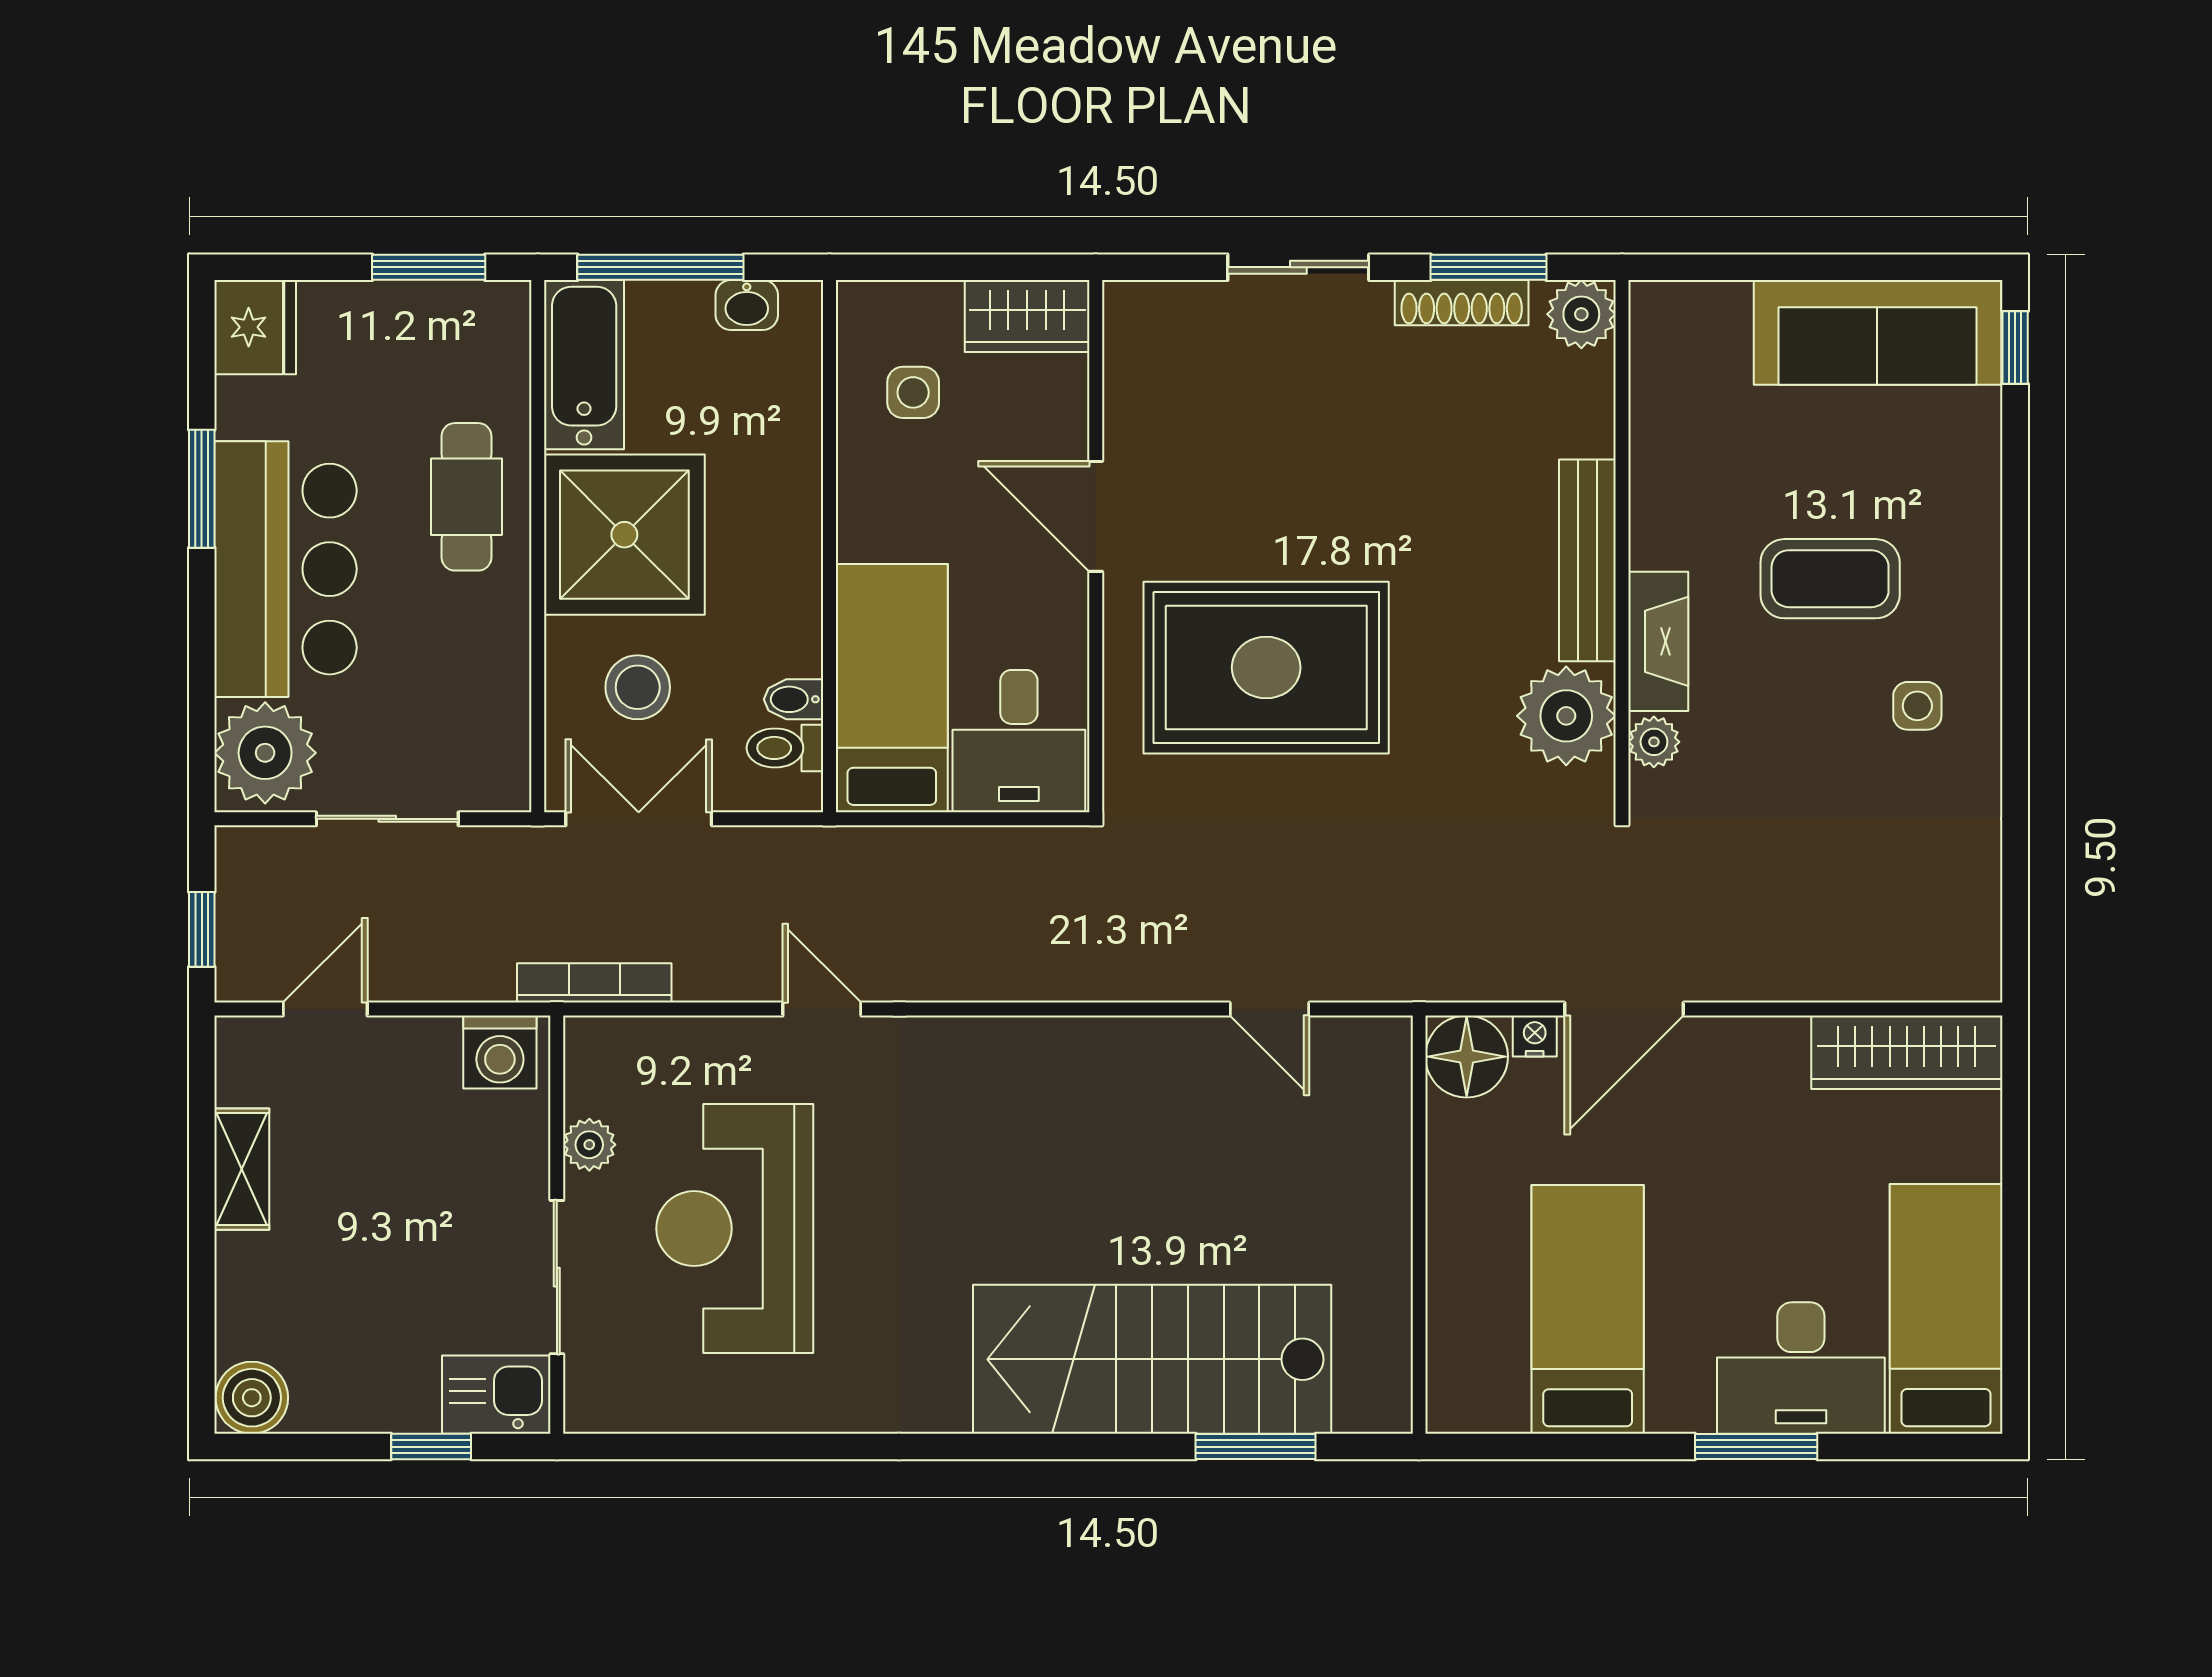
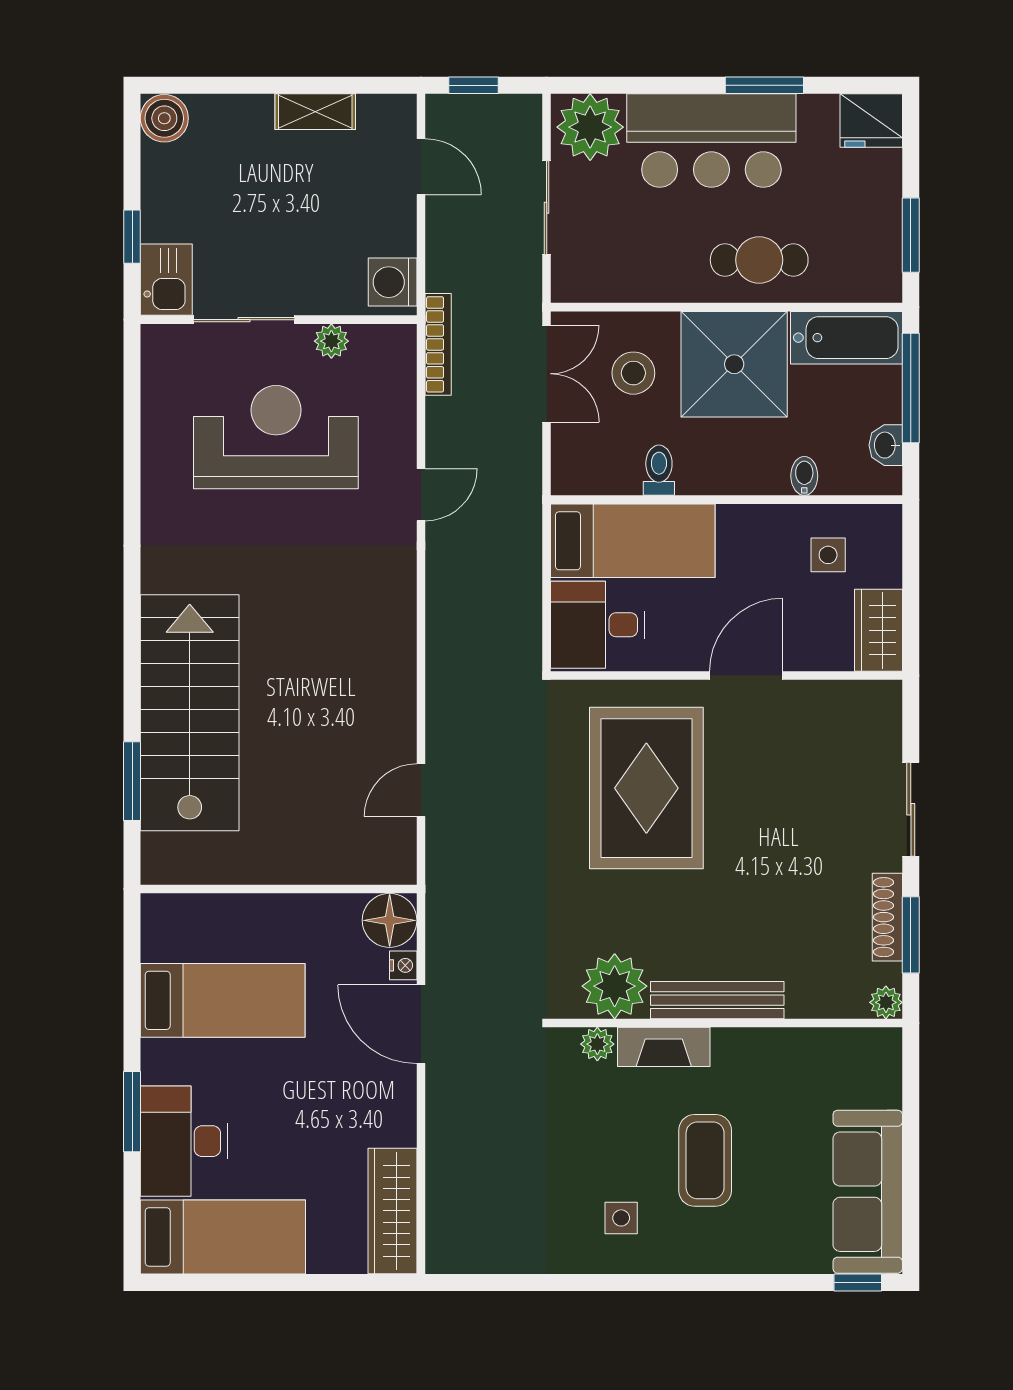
plant: (1581, 314) -> (886, 1002), width x0.73, depth x0.73
bidet: (793, 699) -> (804, 476), moved
toilet: (785, 748) -> (659, 470), moved

